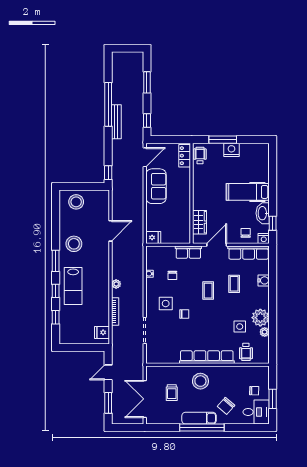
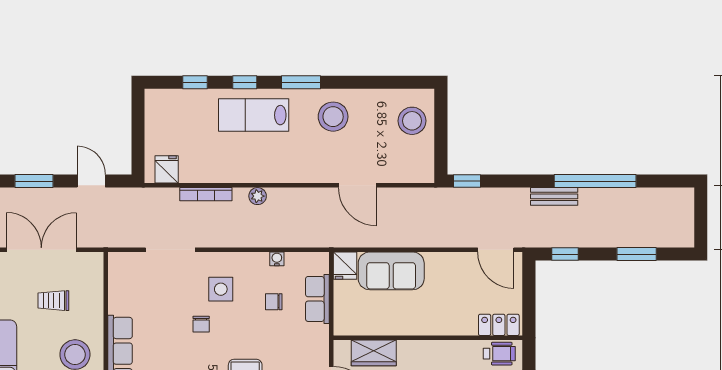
bench: (116, 122) -> (554, 196), width x0.73
sofa: (156, 186) -> (391, 271), moved
row of seats: (188, 252) -> (317, 299), moved

